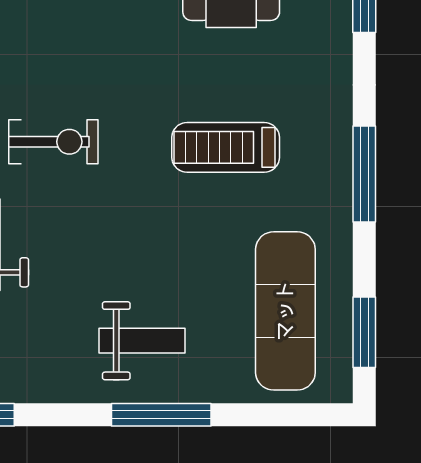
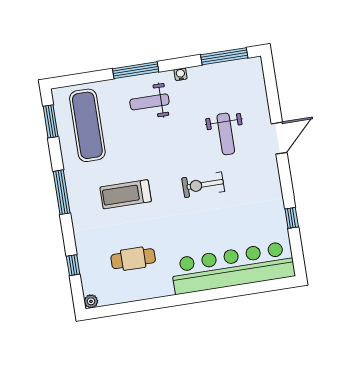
treadmill: (226, 147) -> (126, 194), turned 180
water cooler: (65, 391) -> (181, 74), added

